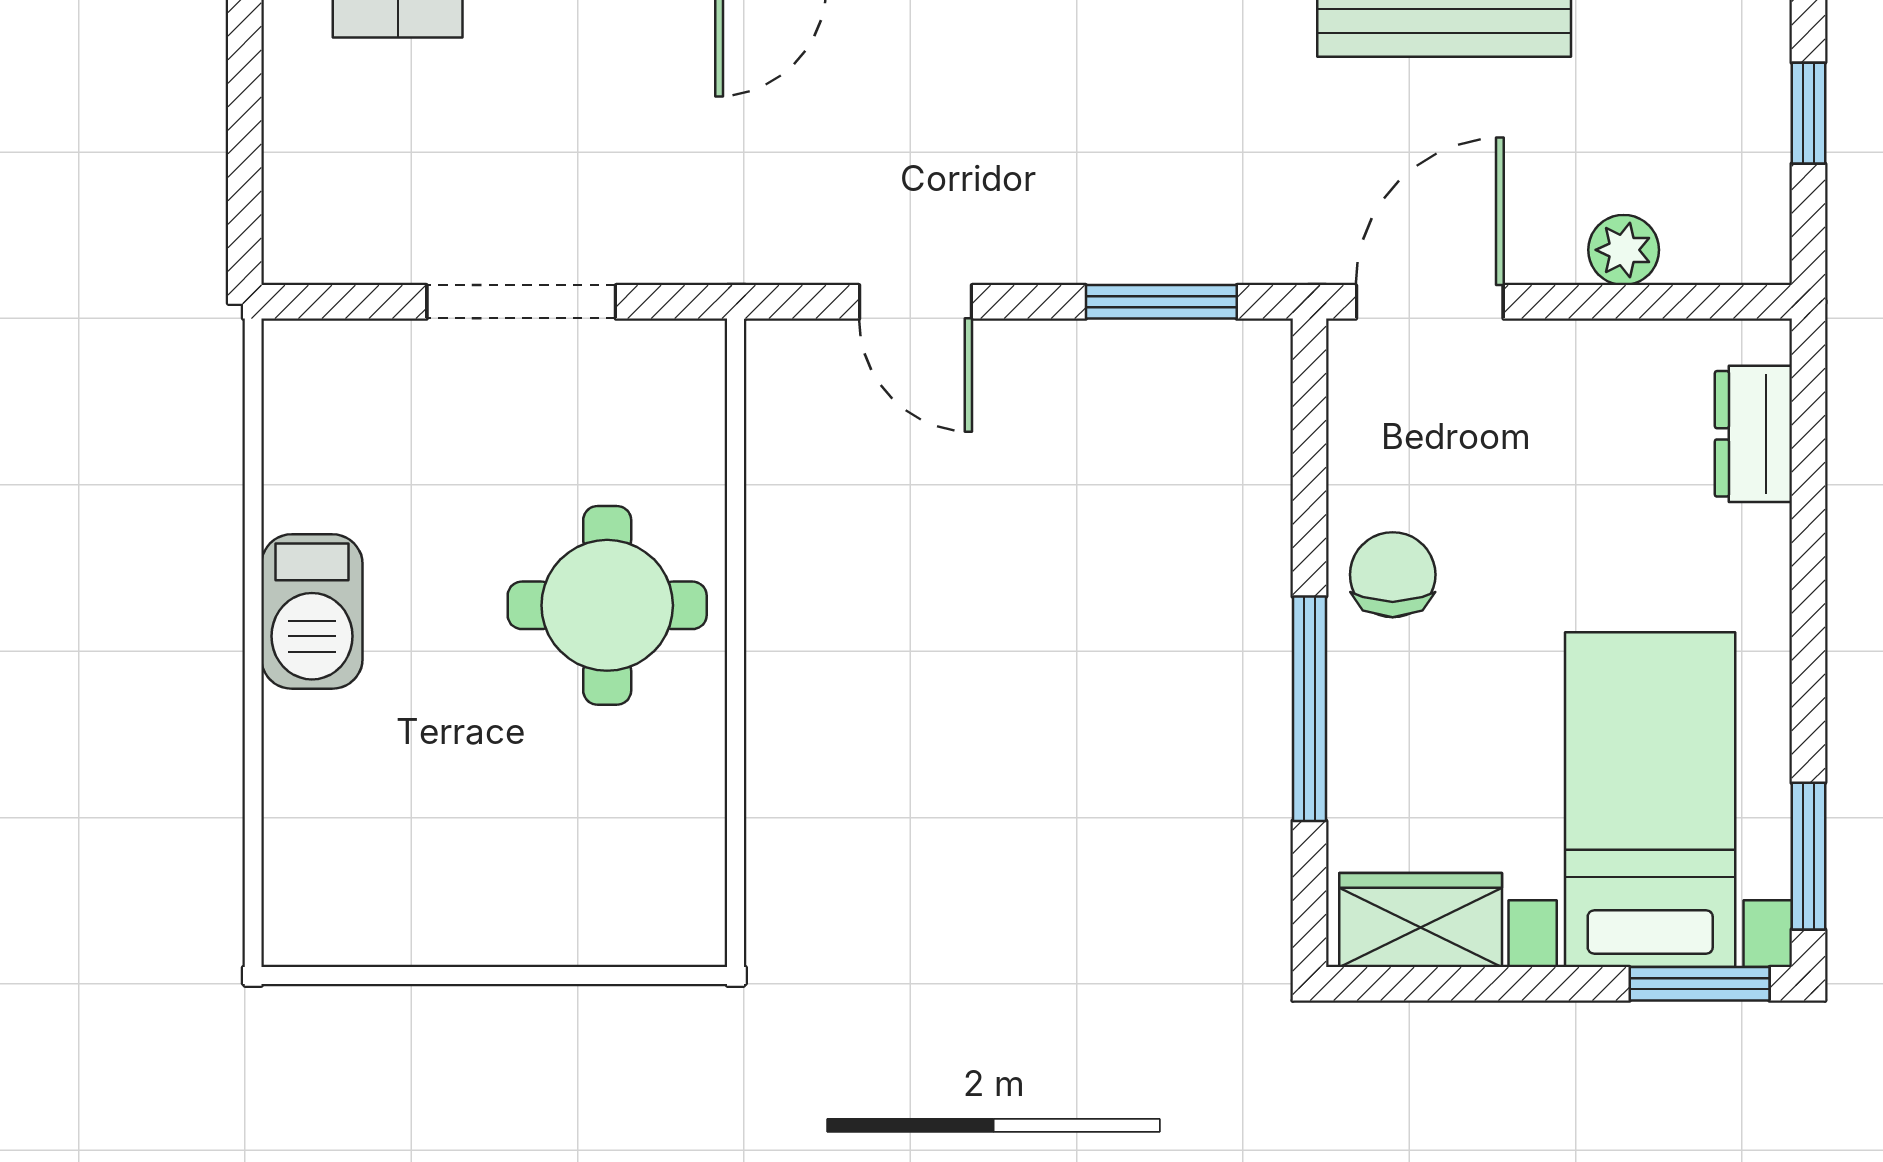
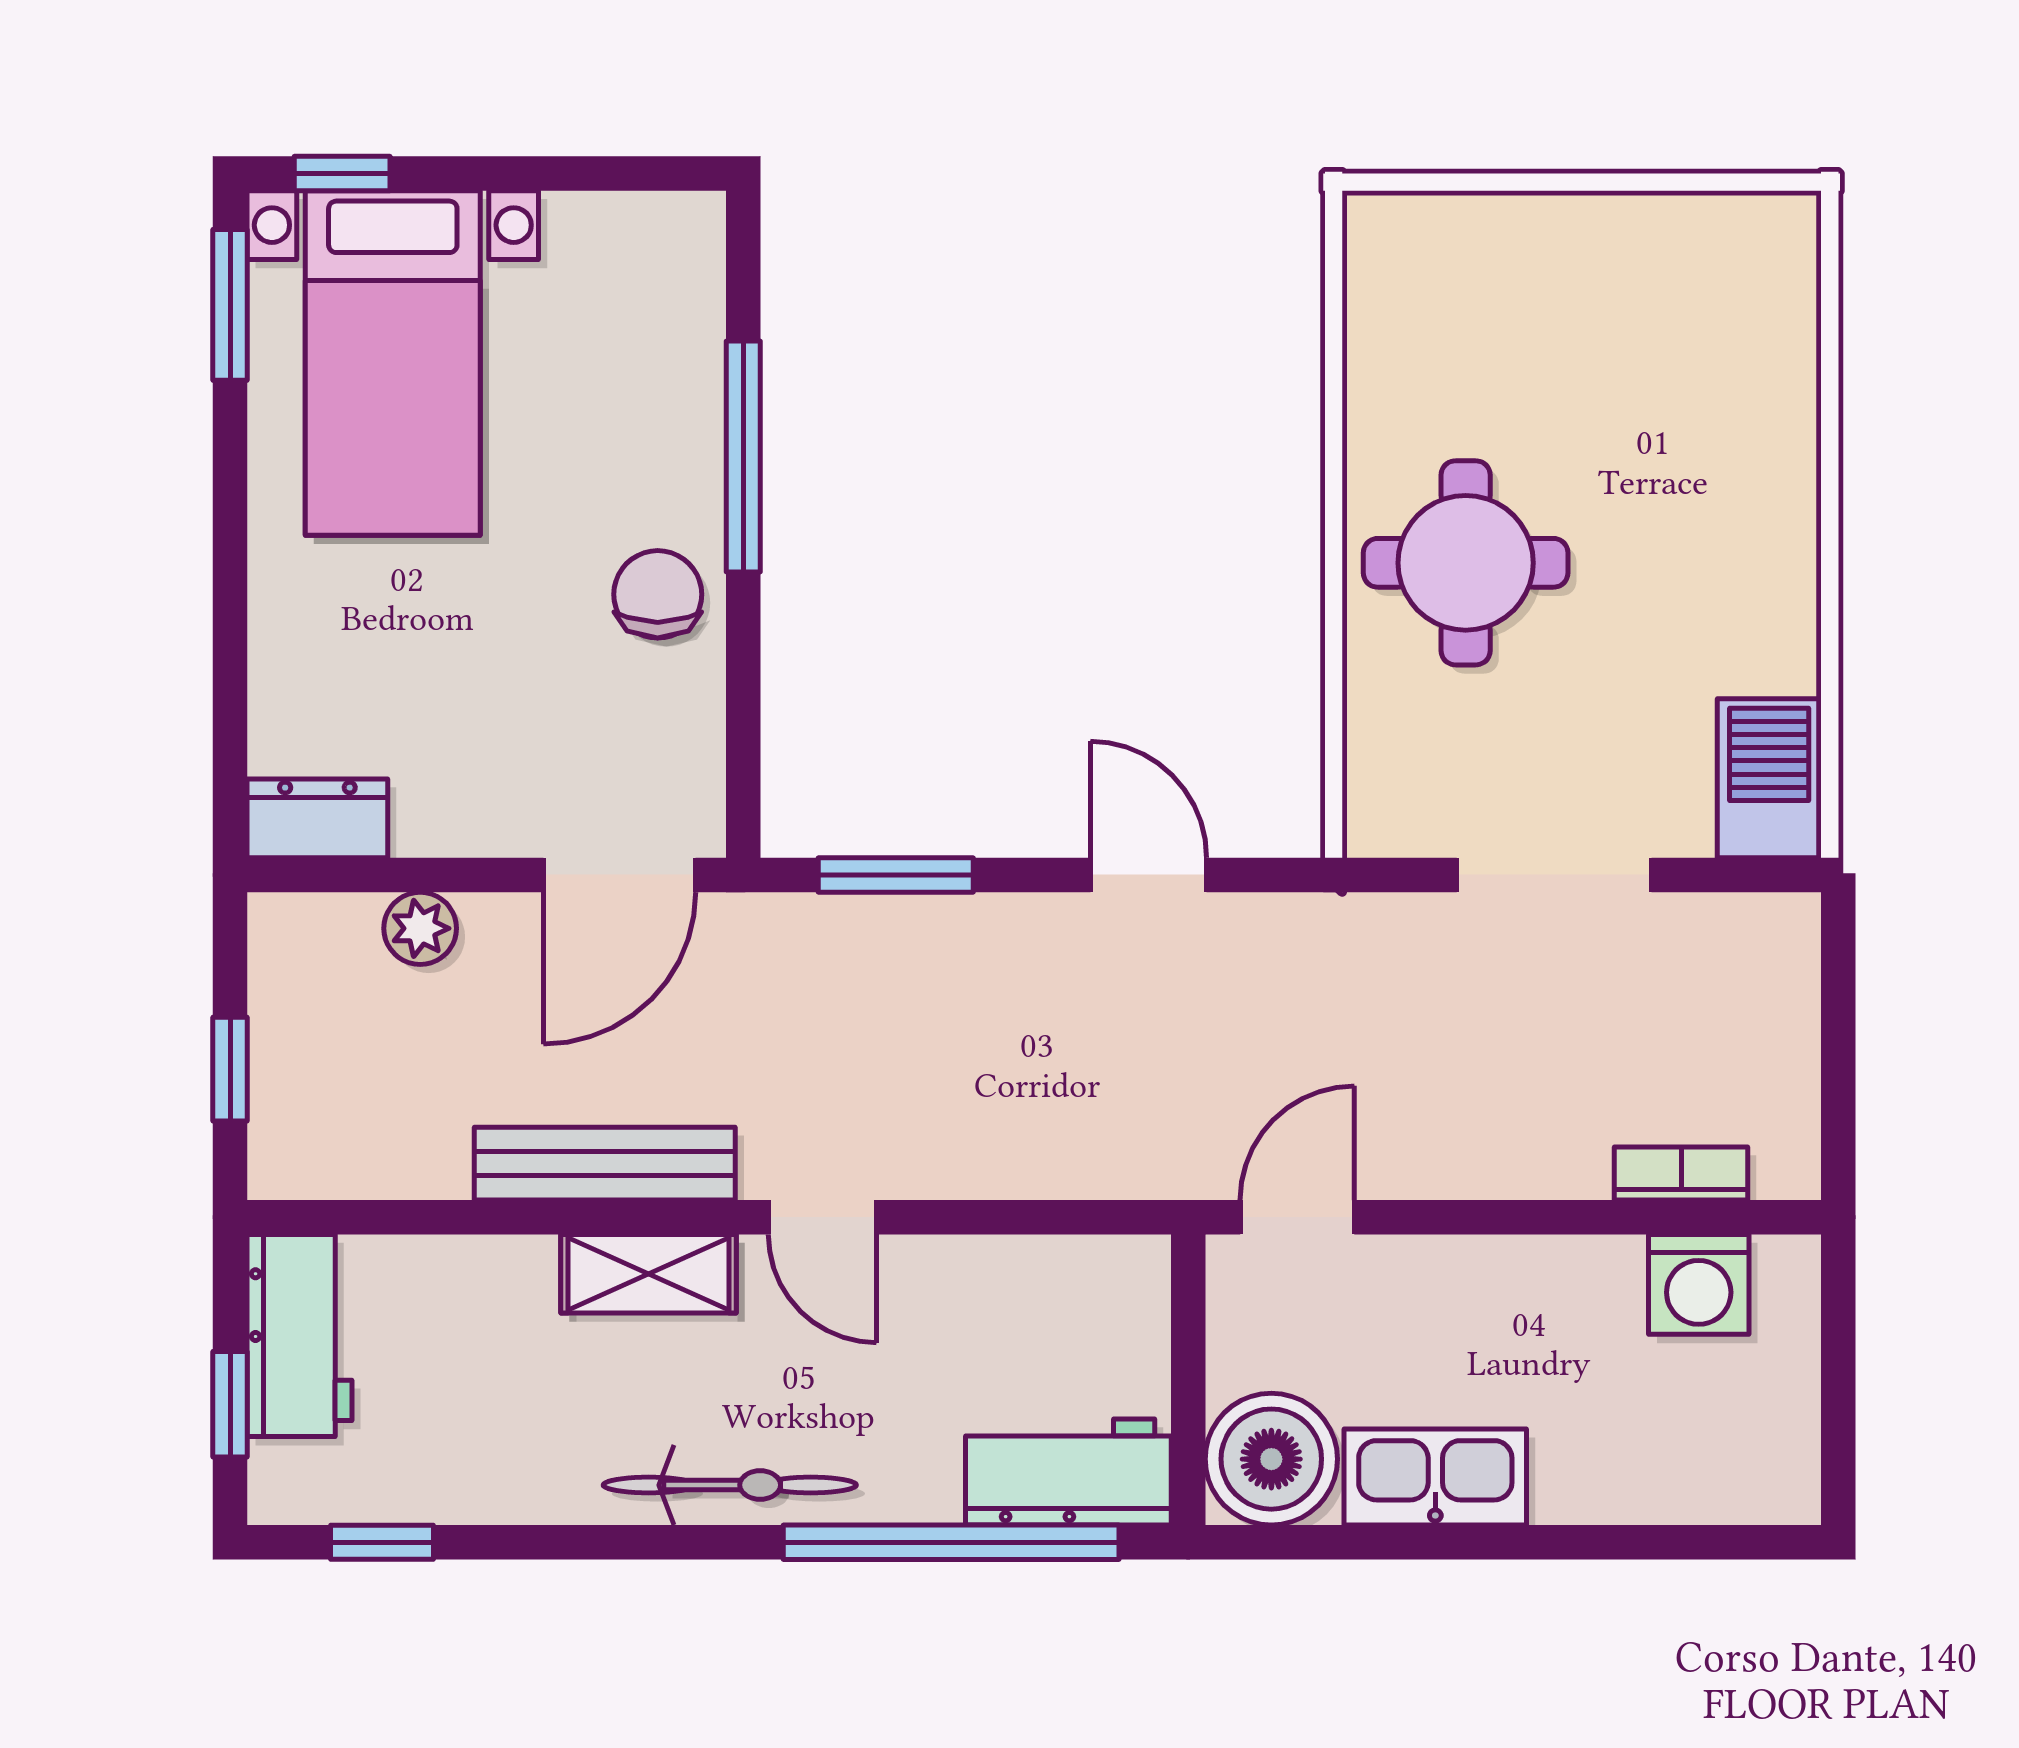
dresser: (1753, 434) -> (317, 818), moved, turned -90
chair: (1393, 575) -> (658, 594), turned 180
barbecue: (312, 611) -> (1769, 778), moved
wardrobe: (1421, 920) -> (629, 239), removed
window: (1700, 984) -> (342, 174), width x0.67

